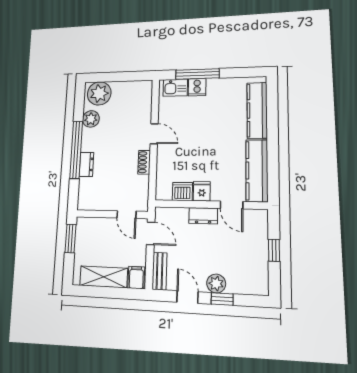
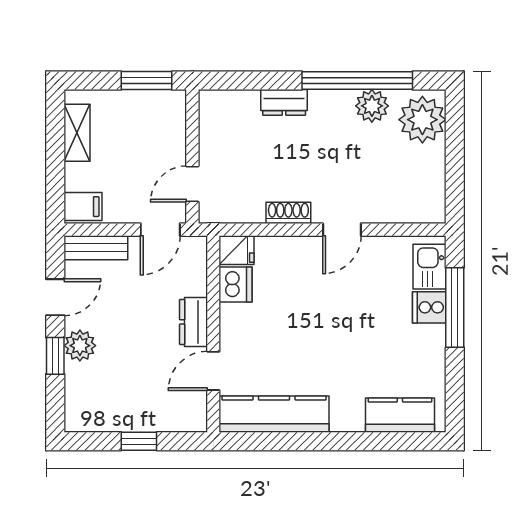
kitchen counter: (257, 110) -> (400, 415), width x0.67
window: (76, 150) -> (357, 80), moved
fridge: (202, 191) -> (237, 250), moved
shelving: (104, 277) -> (77, 133), width x0.67, depth x0.75

